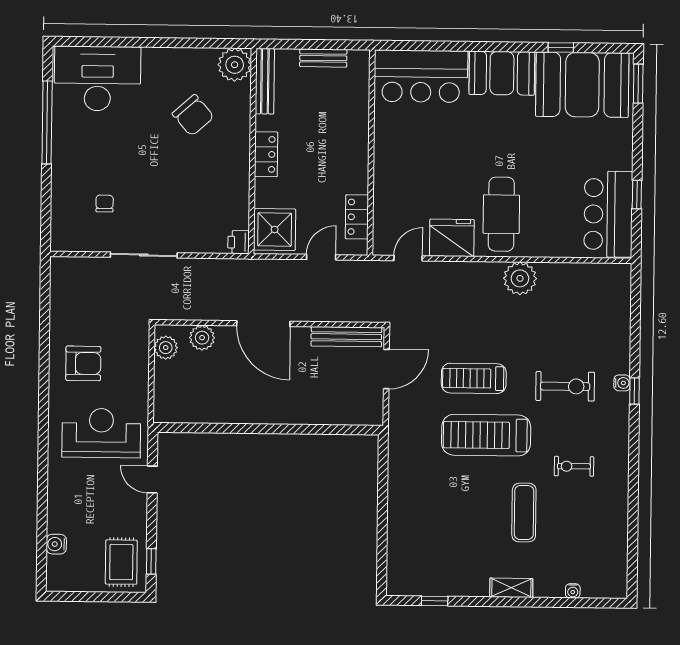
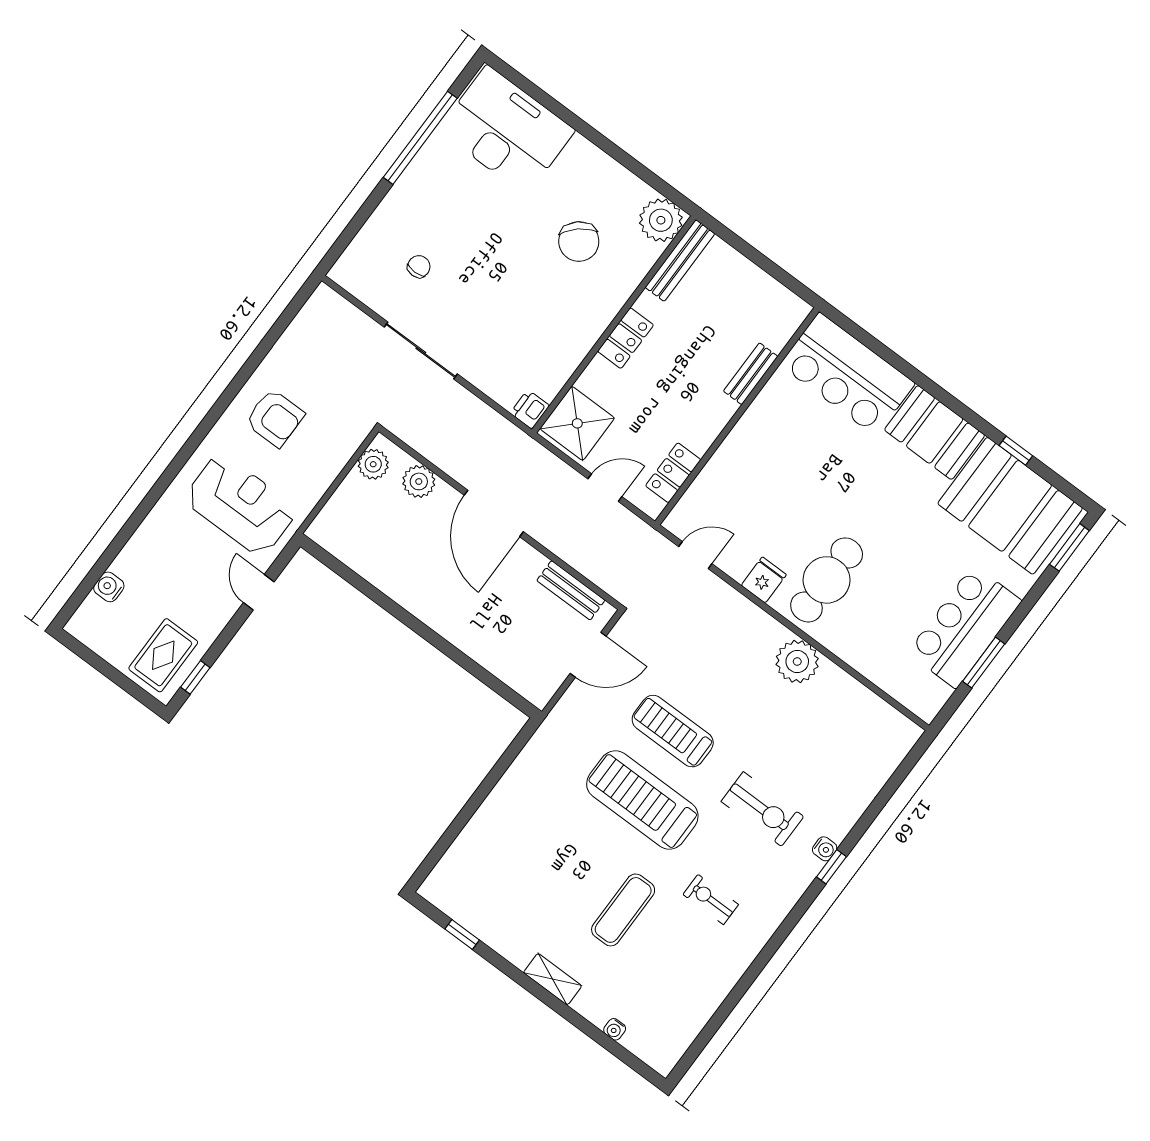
bench: (323, 58) -> (751, 374), moved, turned 90
window: (637, 194) -> (984, 663), width x1.50
bar counter: (608, 214) -> (965, 627), moved
fridge: (452, 238) -> (764, 580), width x0.53, depth x0.75
bench: (346, 337) -> (571, 590), width x0.73

